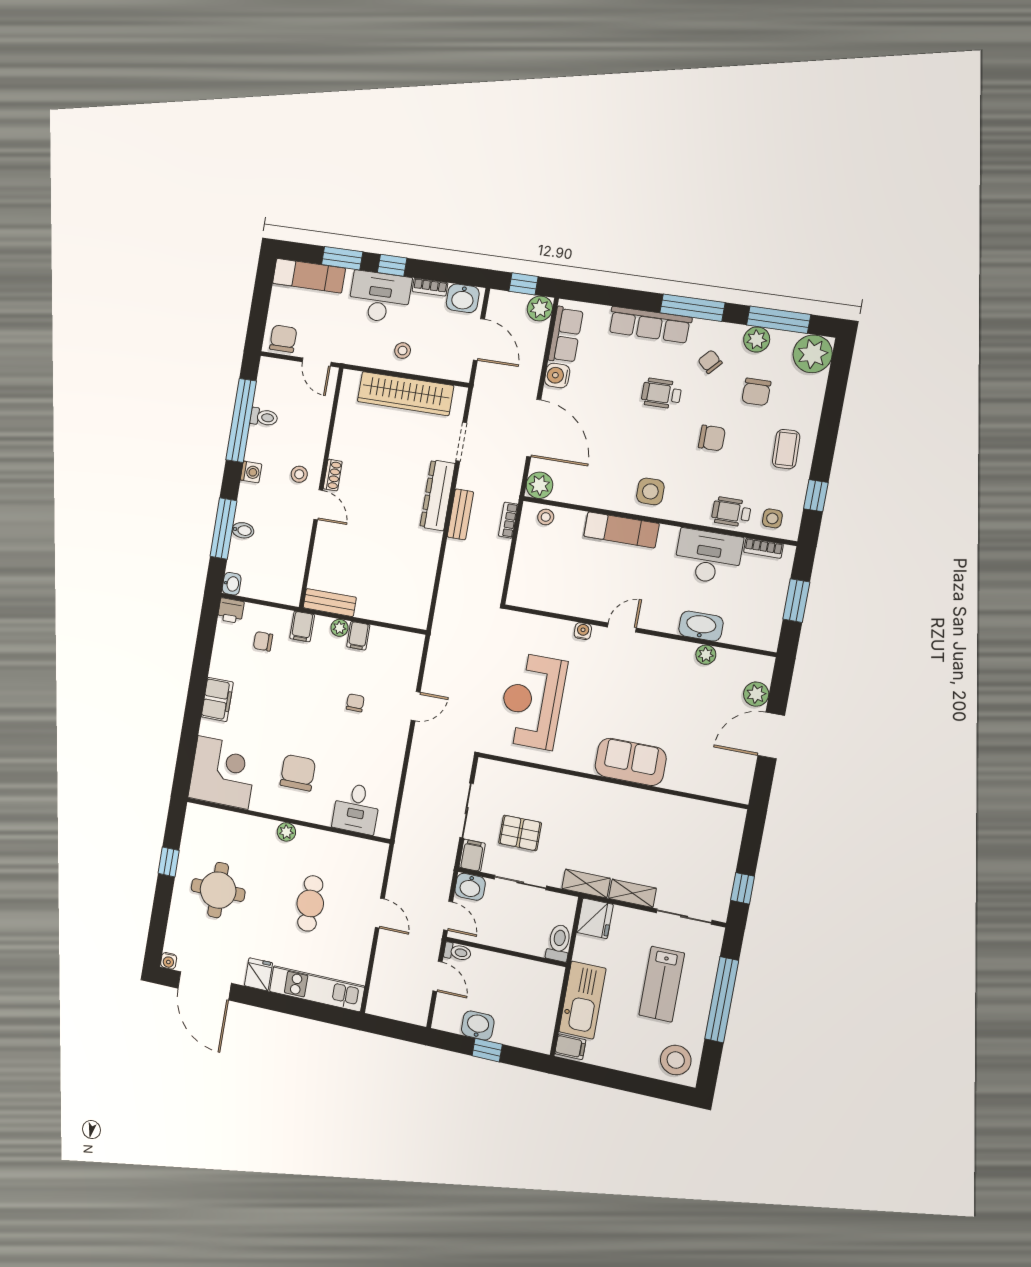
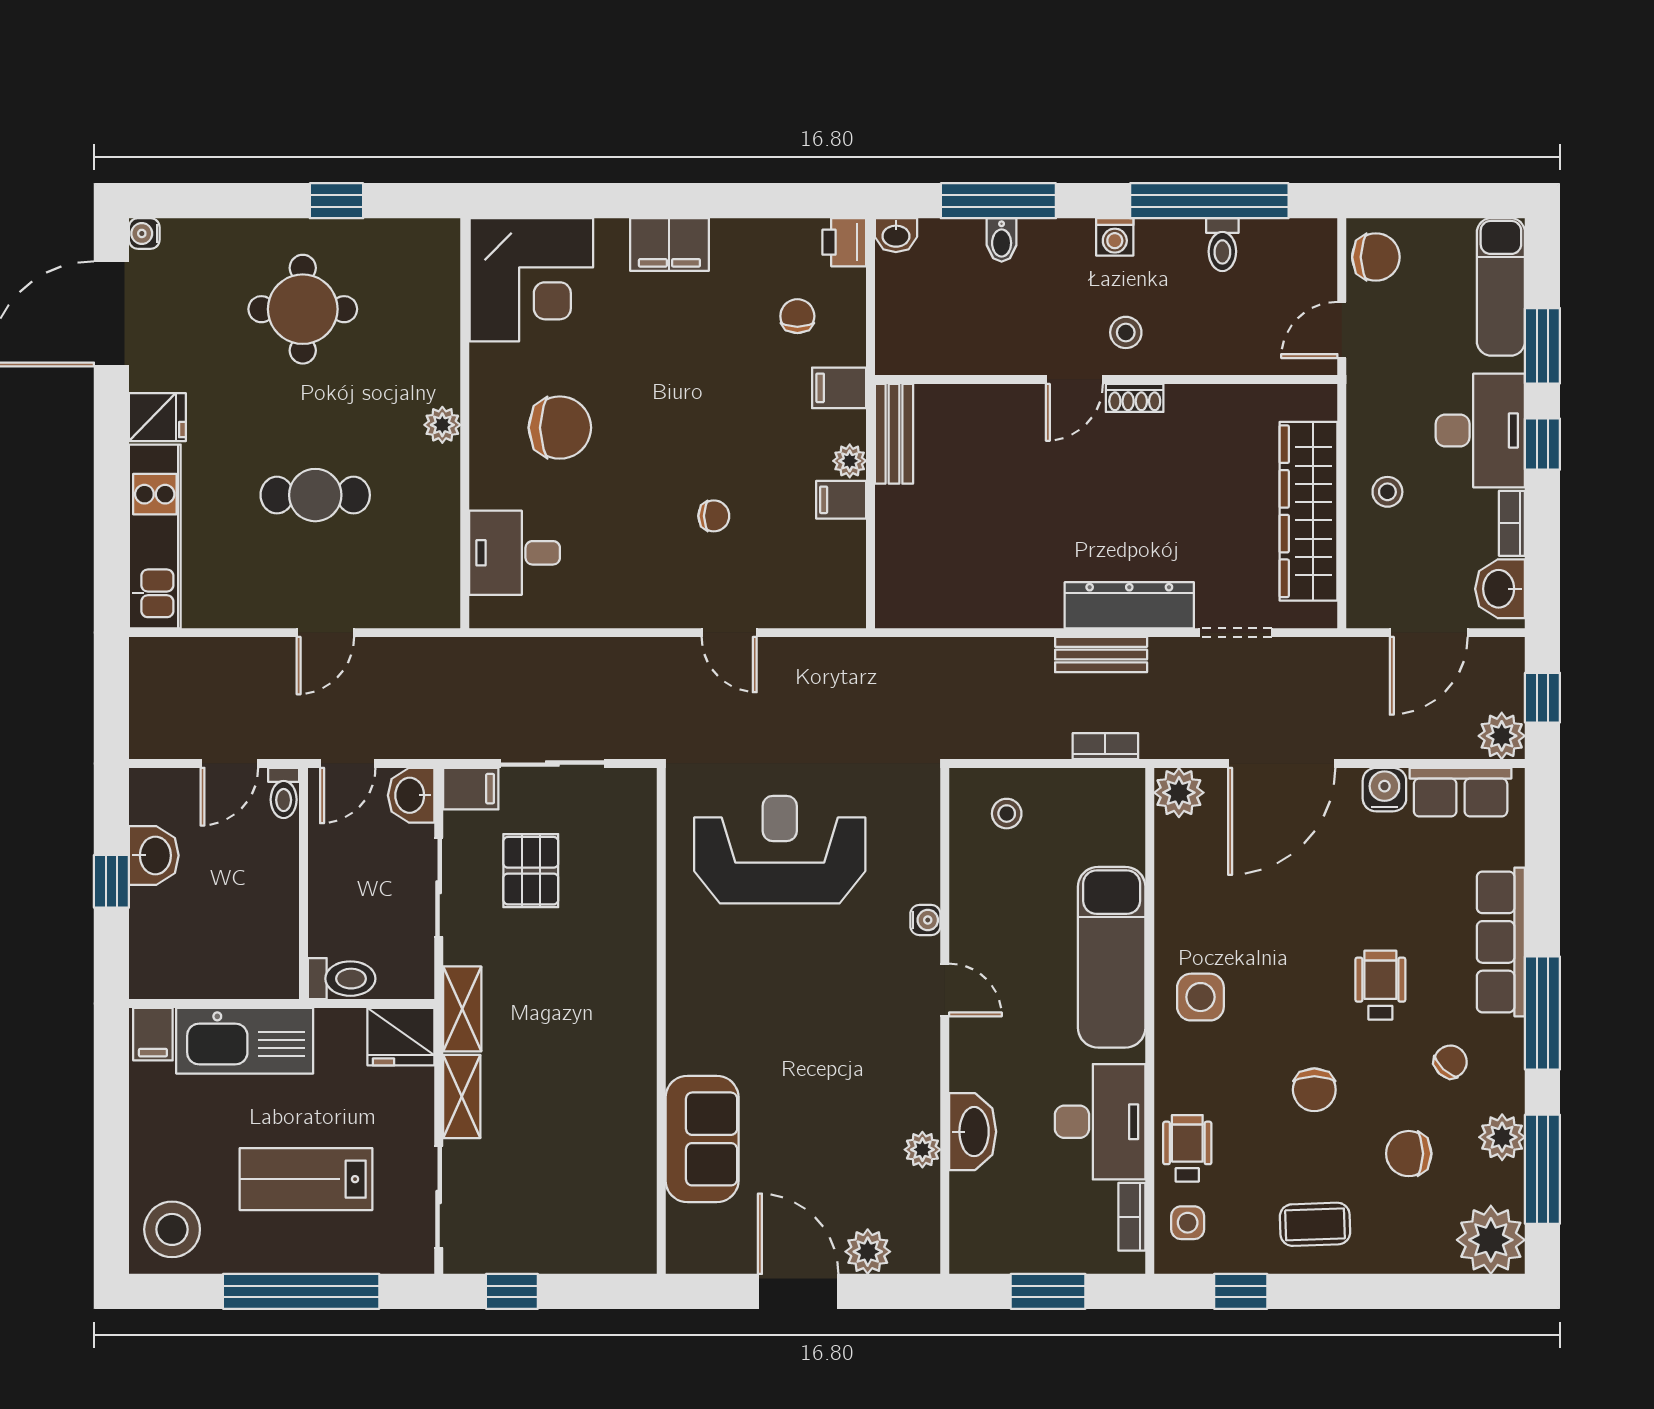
stool: (546, 517) -> (1007, 814), moved
exam couch: (621, 530) -> (1112, 957), width x1.36, depth x1.45
sofa: (631, 762) -> (702, 1139), moved

